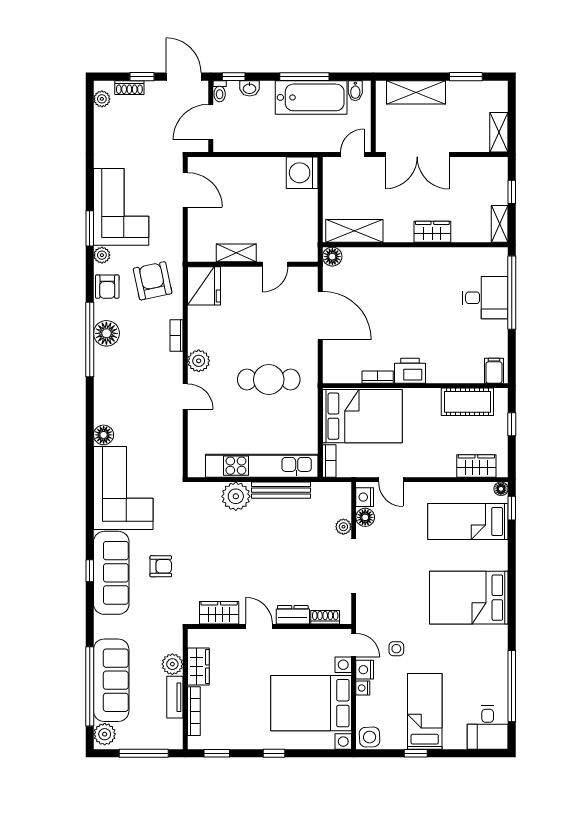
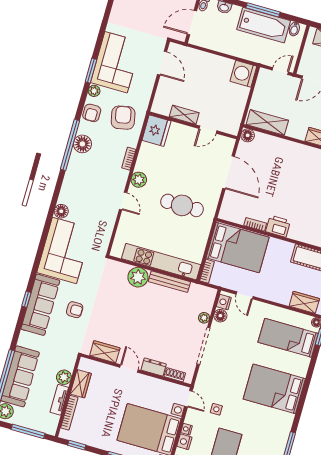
nightstand: (365, 670) -> (184, 442), moved

